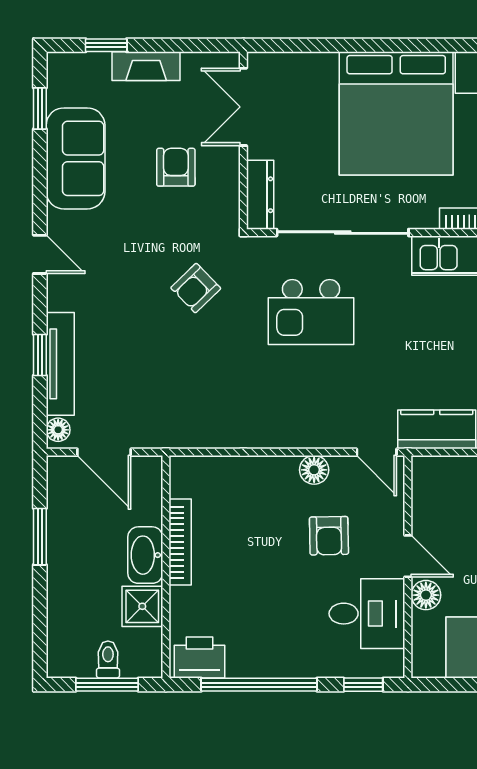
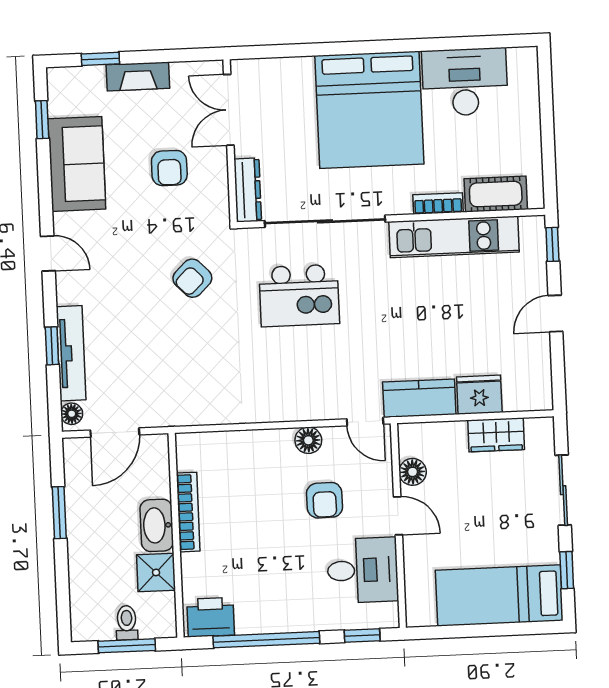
armchair: (176, 167) -> (169, 168), turned 180
door: (104, 452) -> (115, 432), hinge flipped
floor lamp: (426, 595) -> (413, 472), moved

